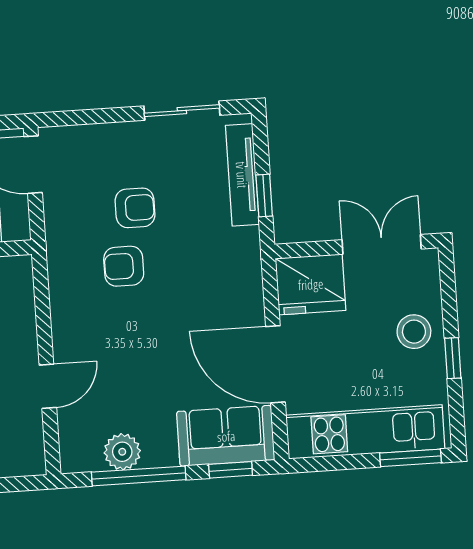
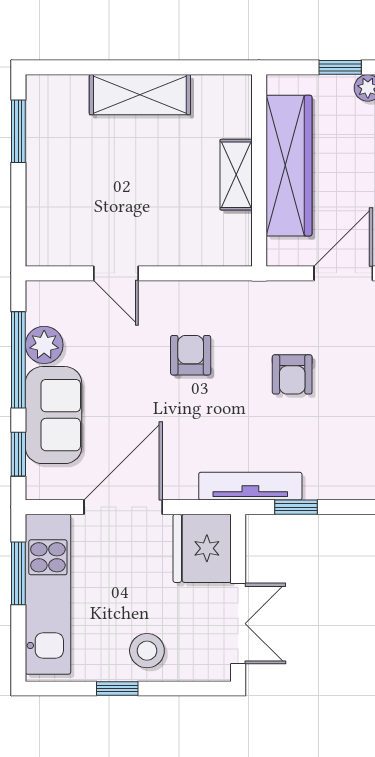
tv unit: (242, 175) -> (250, 486), moved
armchair: (124, 266) -> (191, 355), moved
sofa: (226, 436) -> (53, 415), moved
window: (411, 458) -> (18, 573), moved

